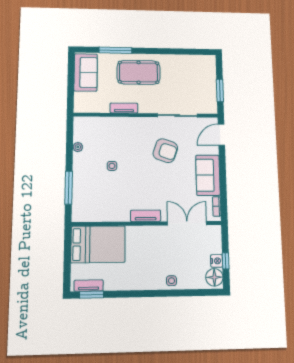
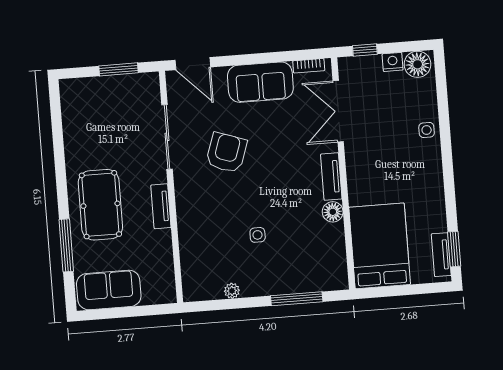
tv unit: (124, 108) -> (161, 206), moved
floor lamp: (123, 215) -> (333, 212), added
window: (226, 261) -> (365, 50), moved

